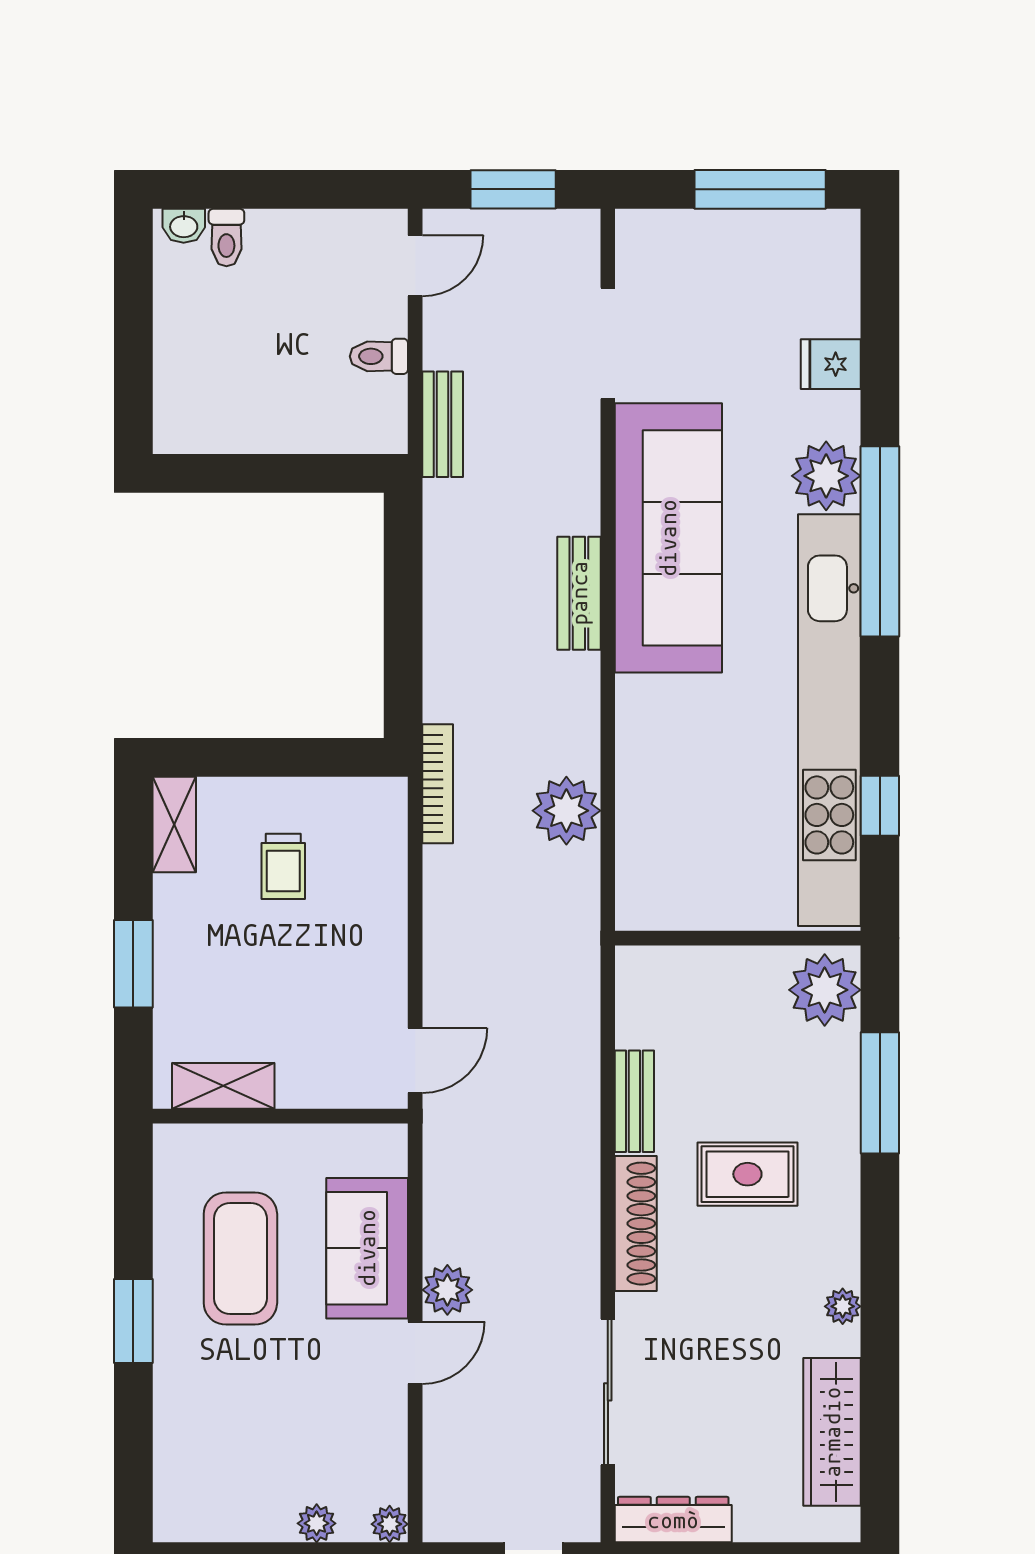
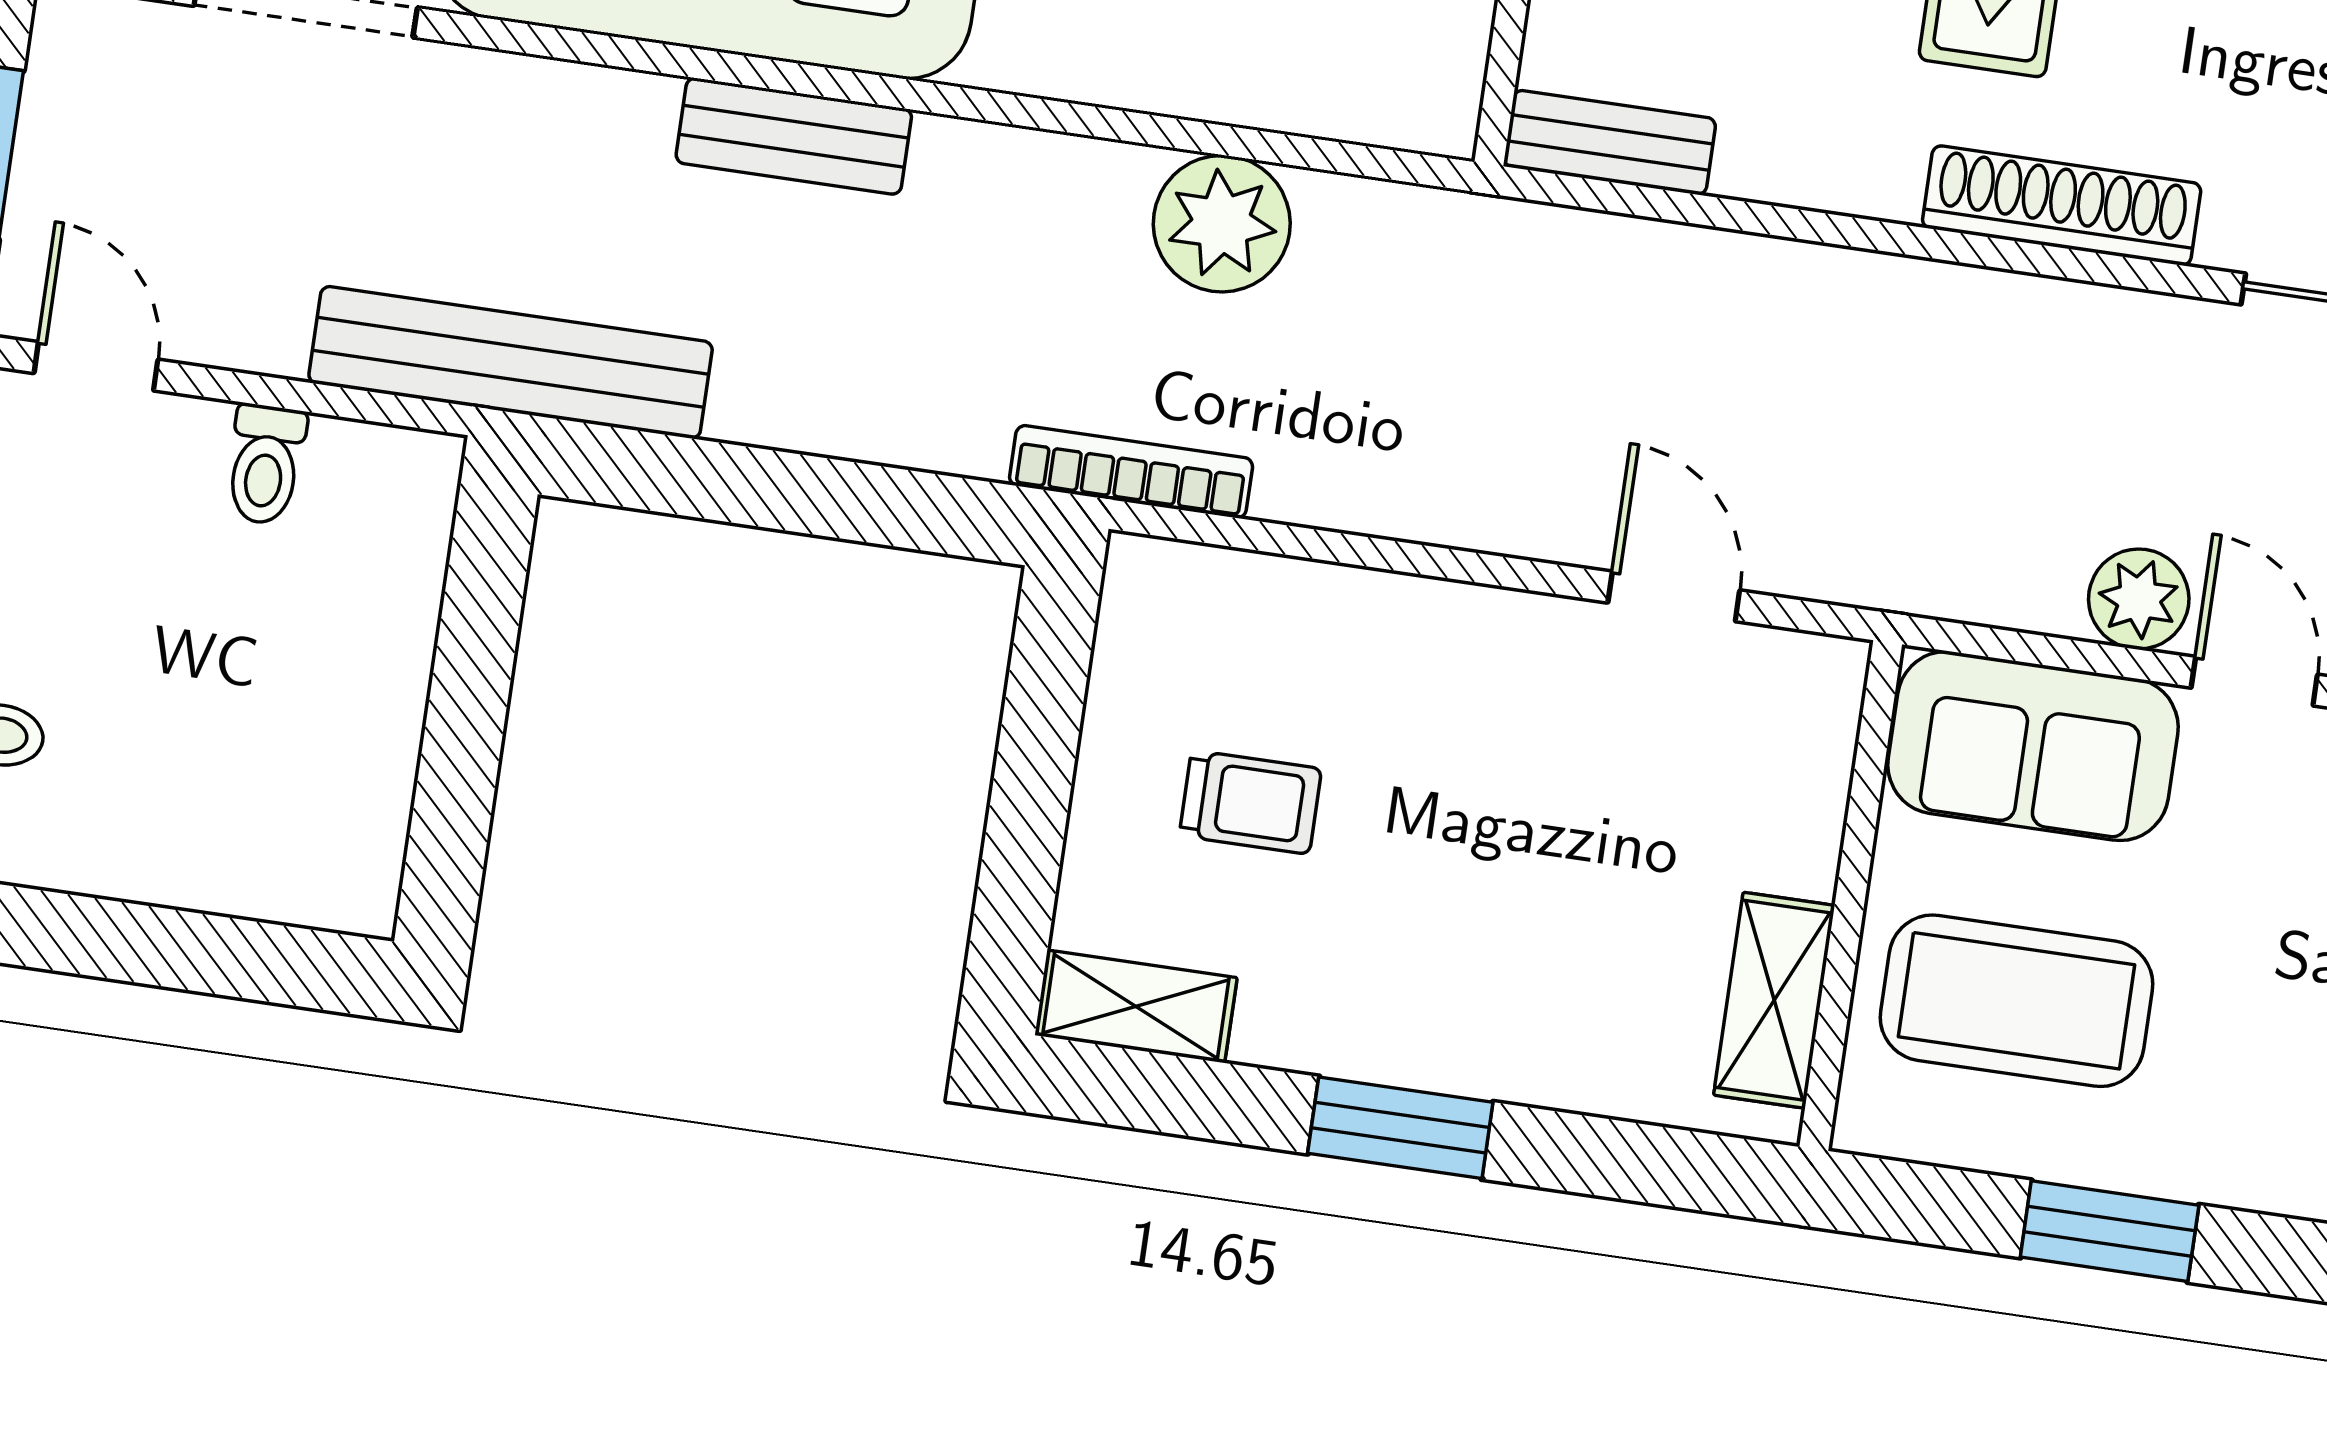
bench: (443, 424) -> (511, 362), width x1.86, depth x1.21
shelving: (223, 1086) -> (1774, 1000), moved
bench: (634, 1101) -> (1610, 143), moved
wall: (280, 1116) -> (1851, 896), moved

